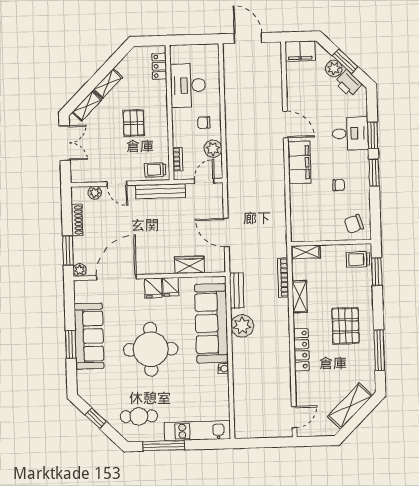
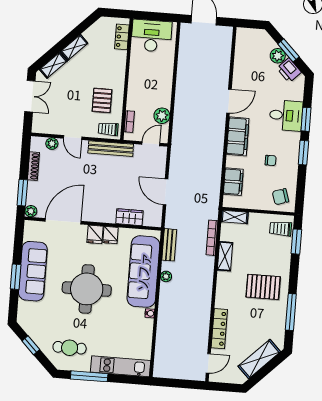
filing cabinet: (300, 51) -> (233, 182), moved, turned -90
desk: (188, 85) -> (151, 36), moved, turned 90
pallet: (134, 123) -> (102, 100), moved
chair: (204, 123) -> (156, 92), removed
door: (285, 125) -> (229, 101), hinge flipped
plant: (242, 326) -> (166, 276), width x0.53, depth x0.53
pallet: (346, 326) -> (263, 287), turned 90
locker: (301, 350) -> (219, 329), moved

